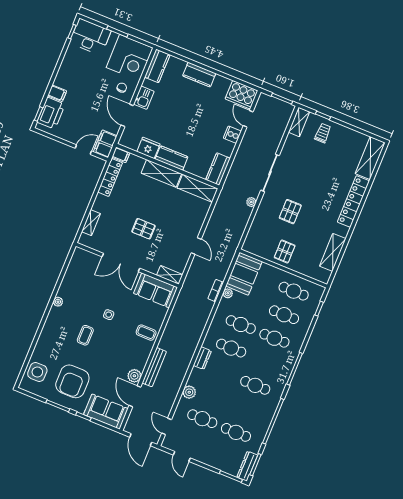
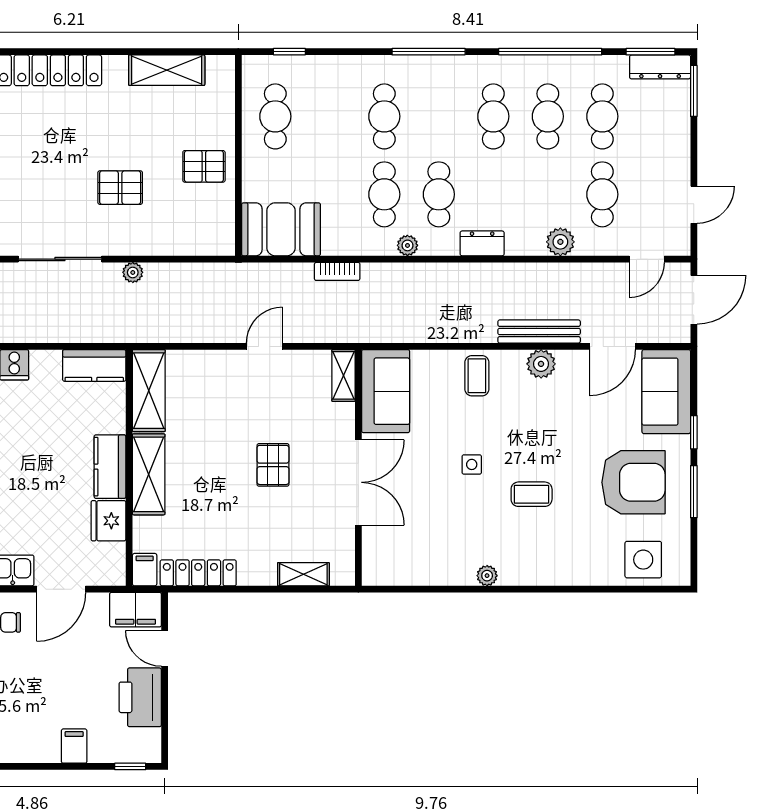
printer: (51, 113) -> (140, 697), moved, turned -90
plant: (228, 293) -> (407, 245), moved
cafe table: (284, 315) -> (548, 116), moved
plant: (134, 376) -> (541, 364), moved

